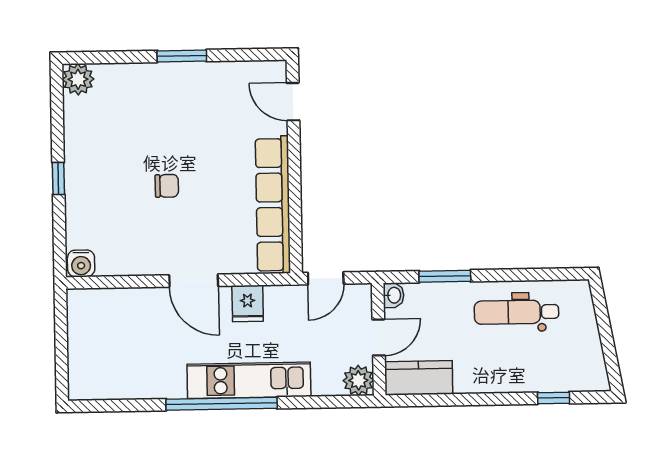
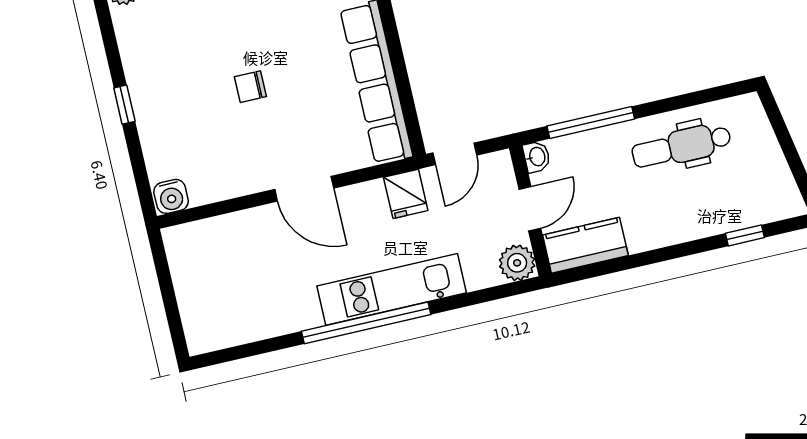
chair: (167, 186) -> (250, 87), turned 180
window: (445, 276) -> (591, 123), width x1.44
fridge: (248, 303) -> (406, 194), moved

